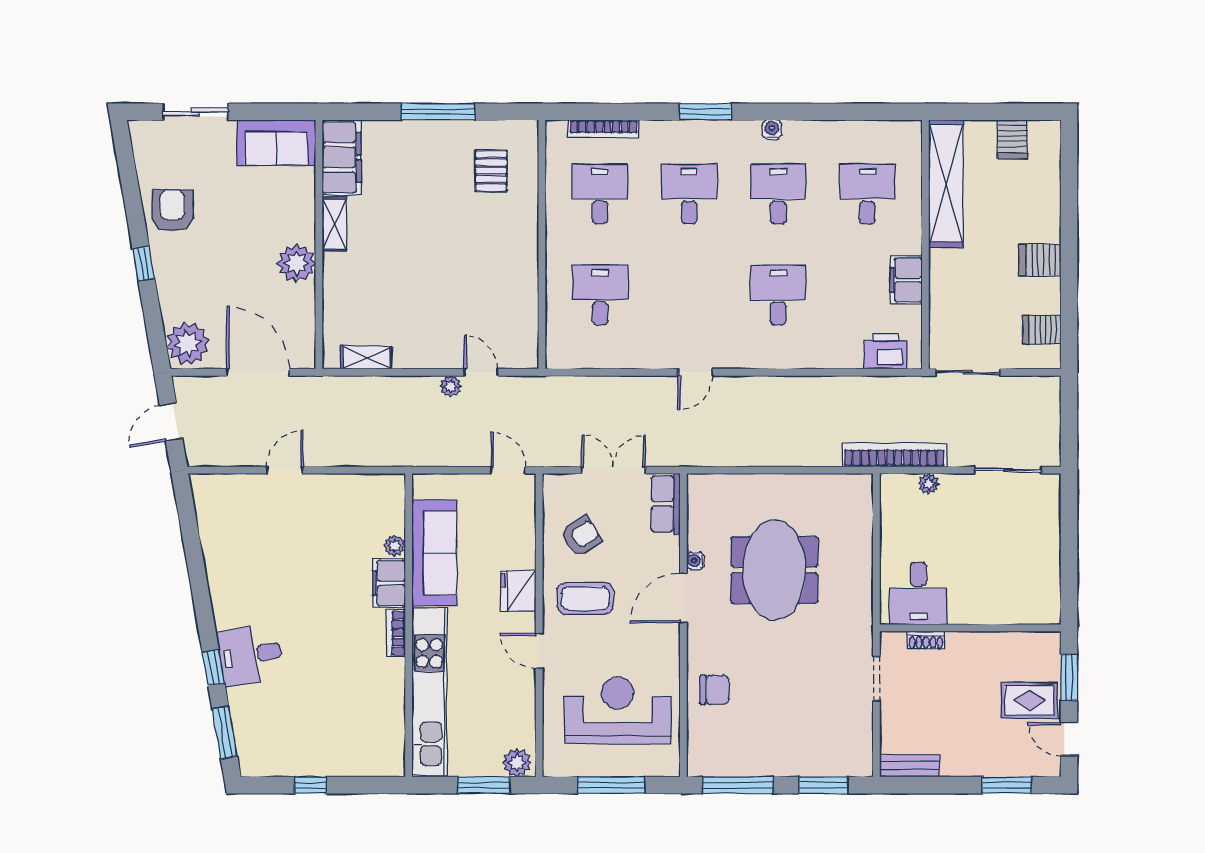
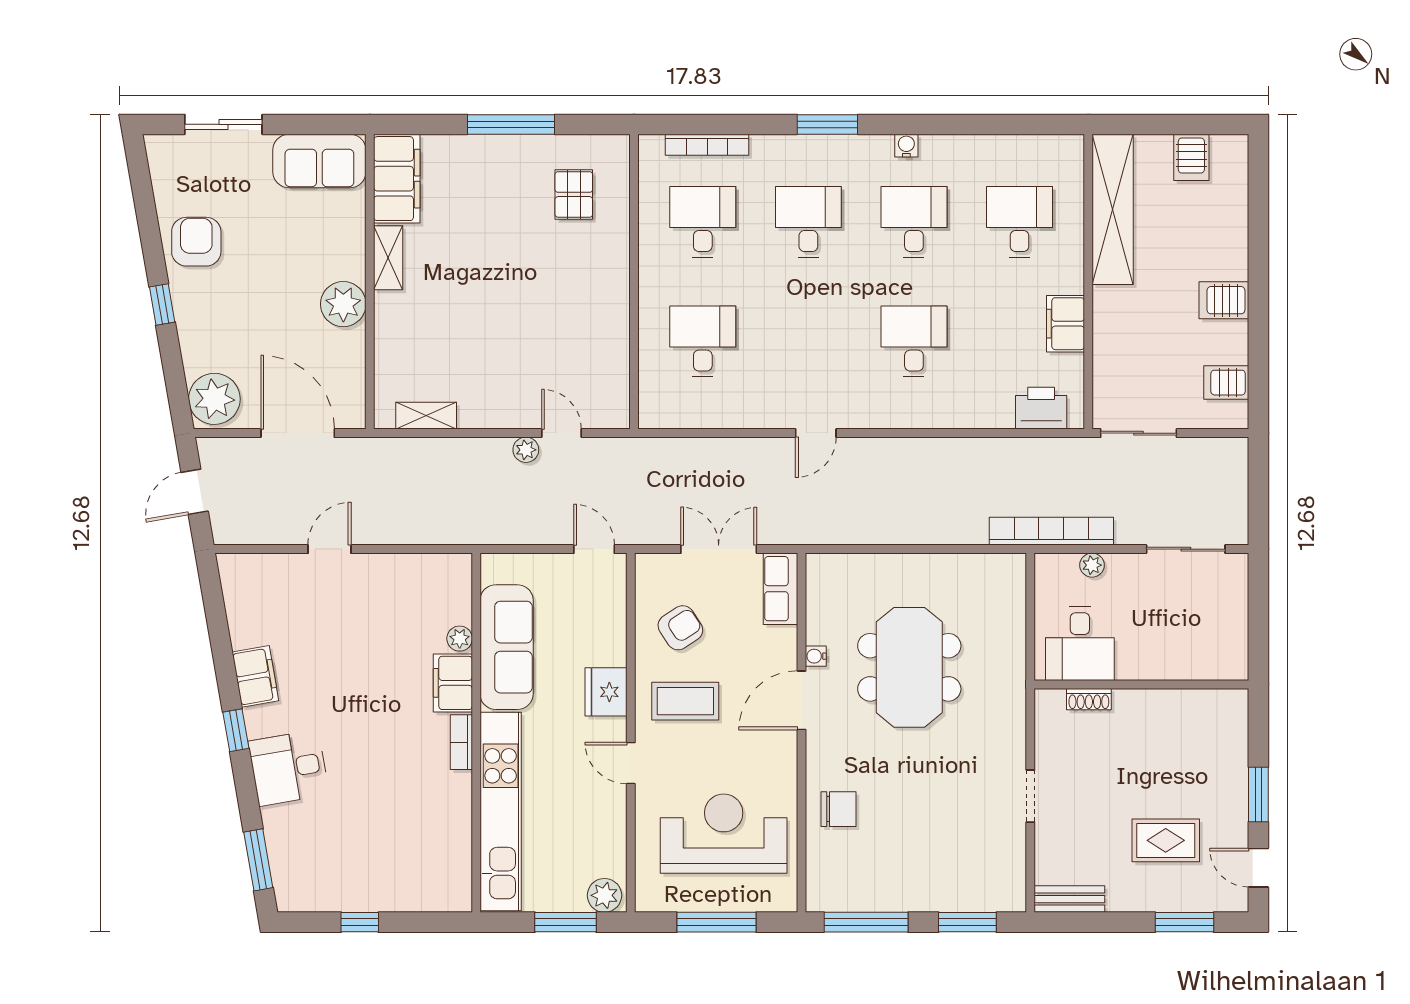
filing cabinet: (222, 578) -> (255, 676), added
desk: (918, 593) -> (1080, 644), moved
wall: (970, 628) -> (1141, 684), moved
shoe rack: (926, 640) -> (1089, 699), moved
window: (213, 668) -> (236, 730), moved
rug: (1029, 700) -> (1166, 840), moved

